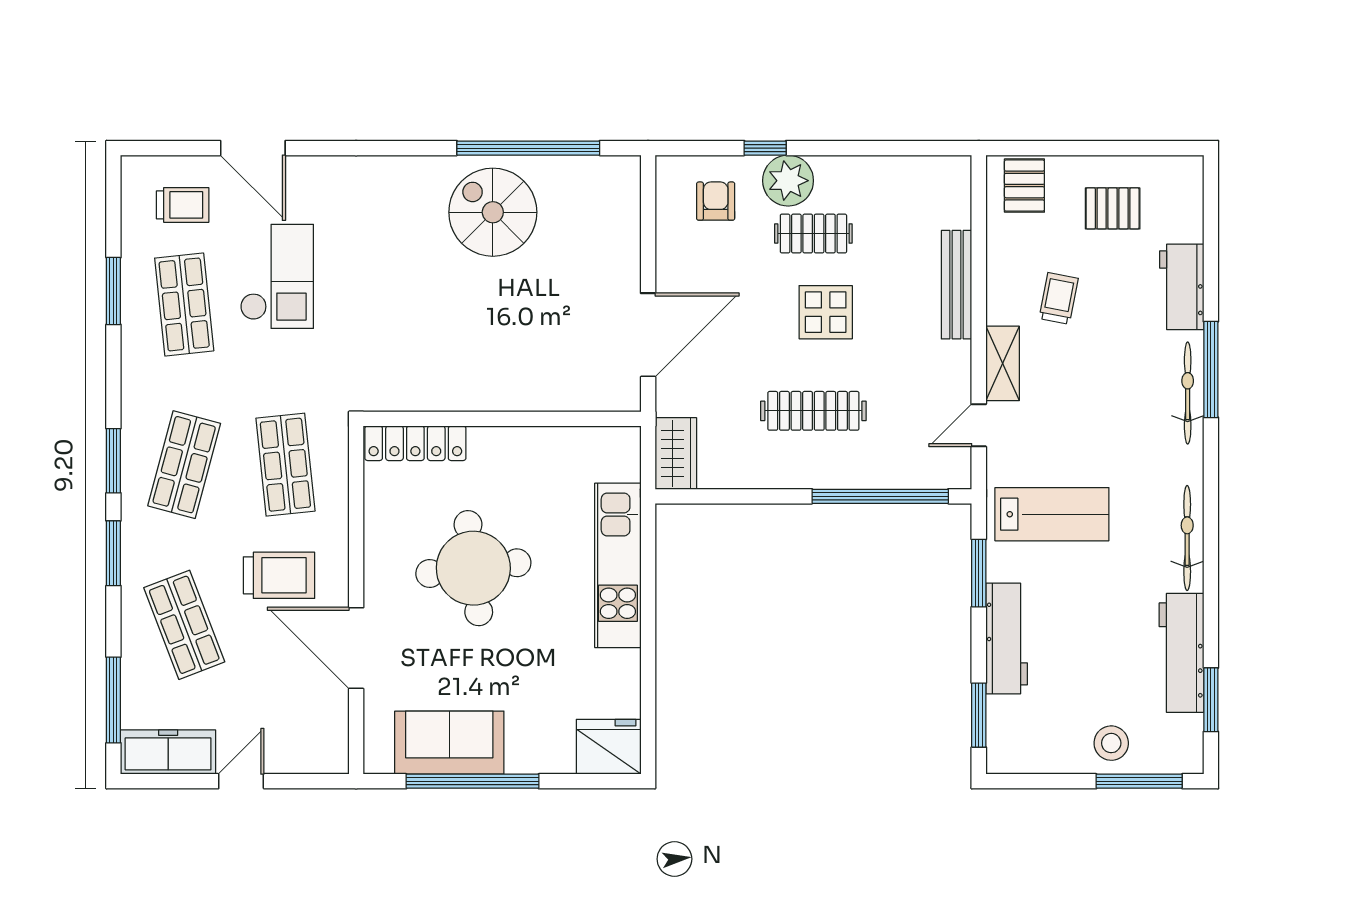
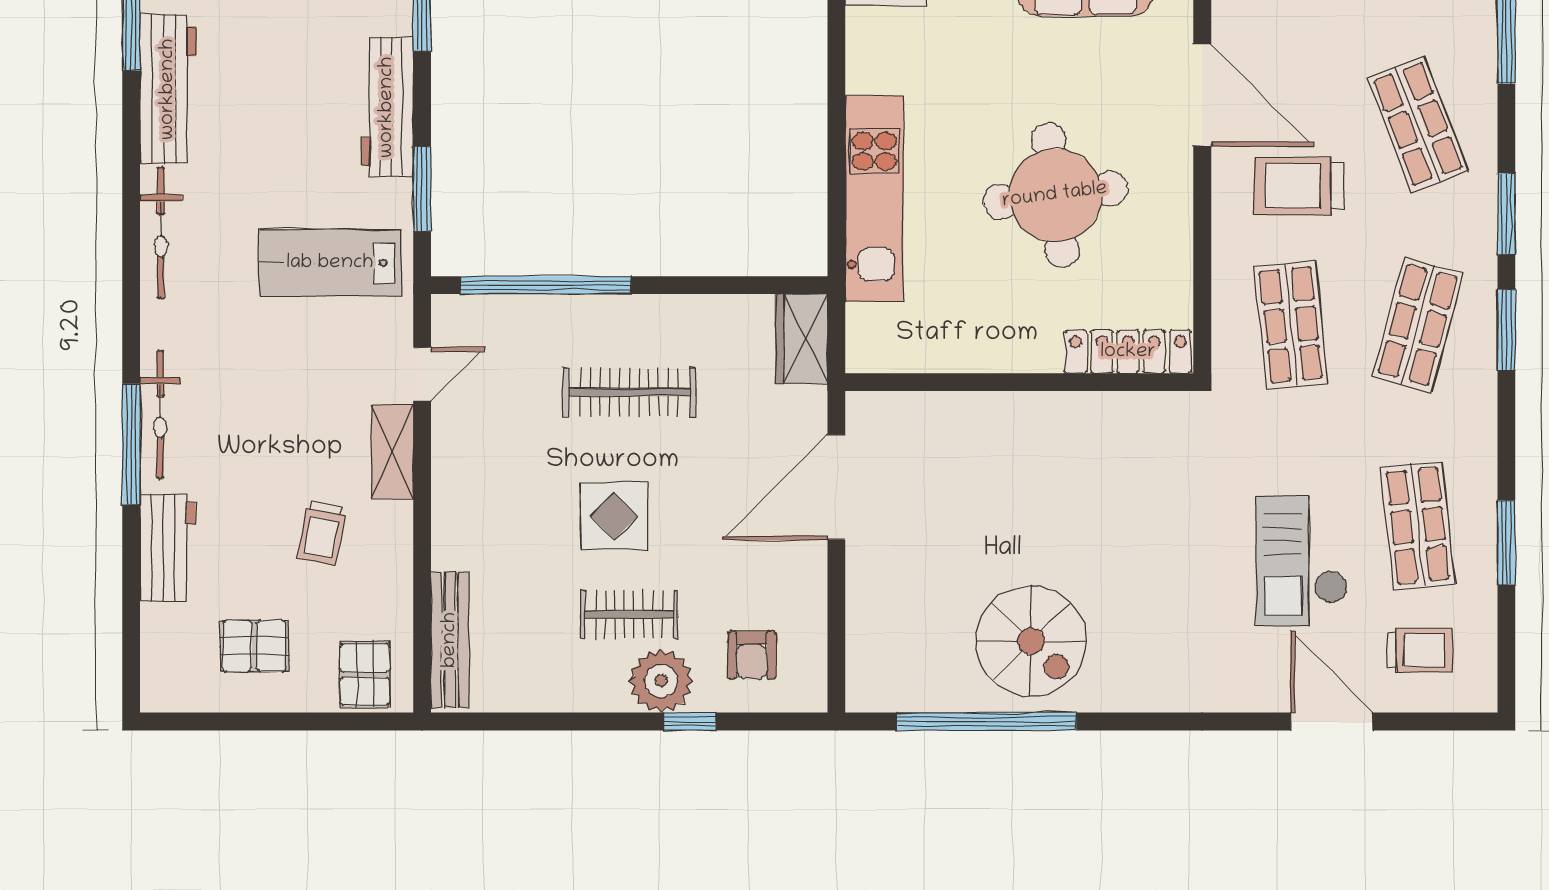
trolley: (183, 205) -> (1420, 650), turned 180
bench: (957, 285) -> (450, 640), moved

